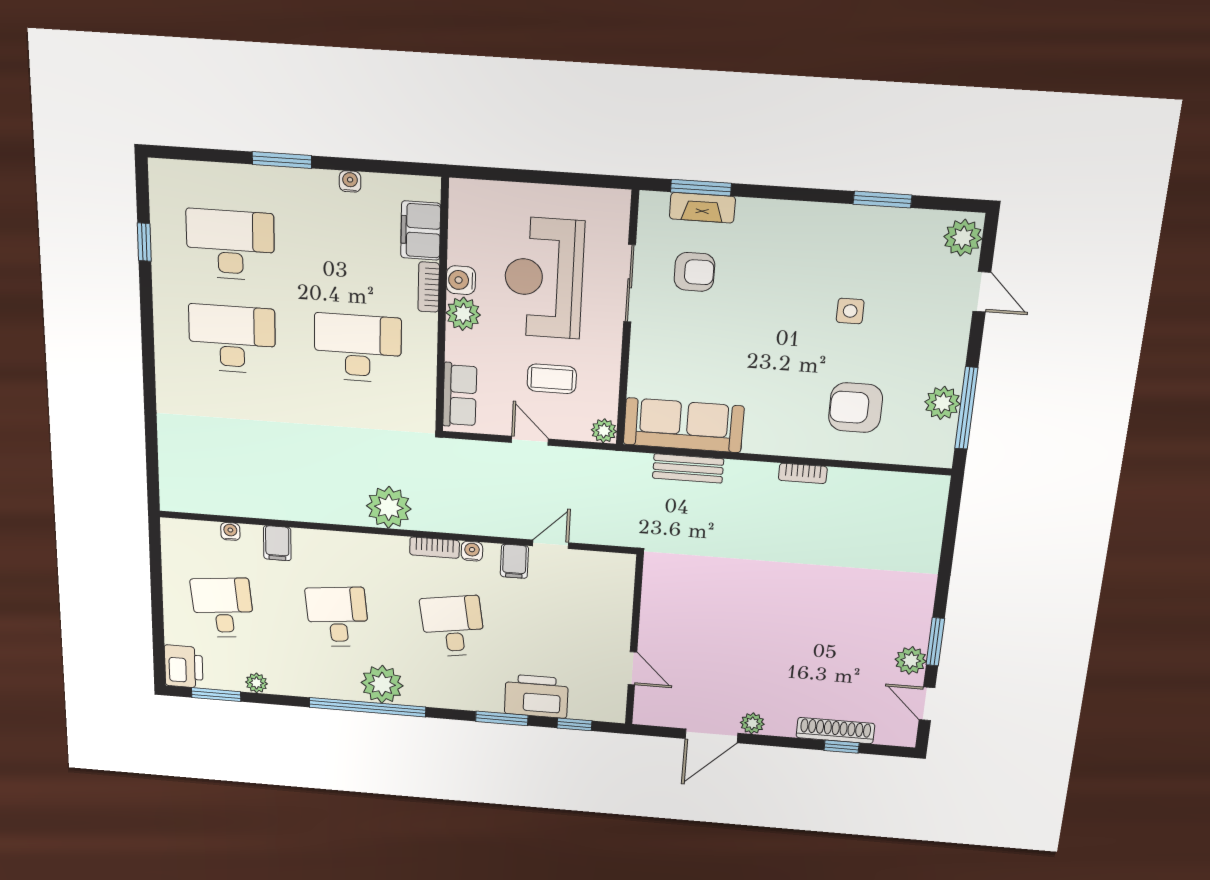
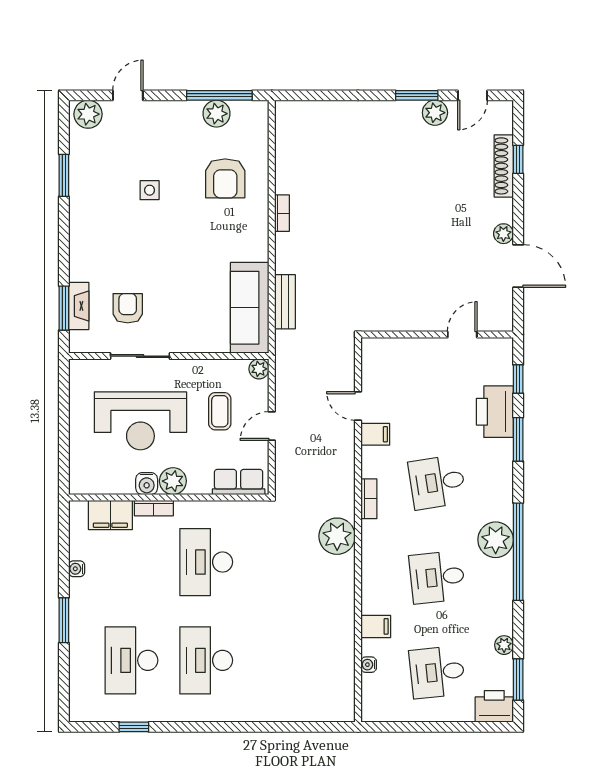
water cooler: (472, 551) -> (369, 469), removed

